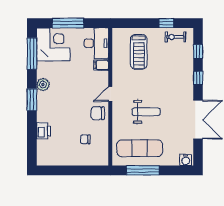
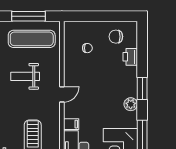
chair: (98, 113) -> (116, 37), moved, turned 180

